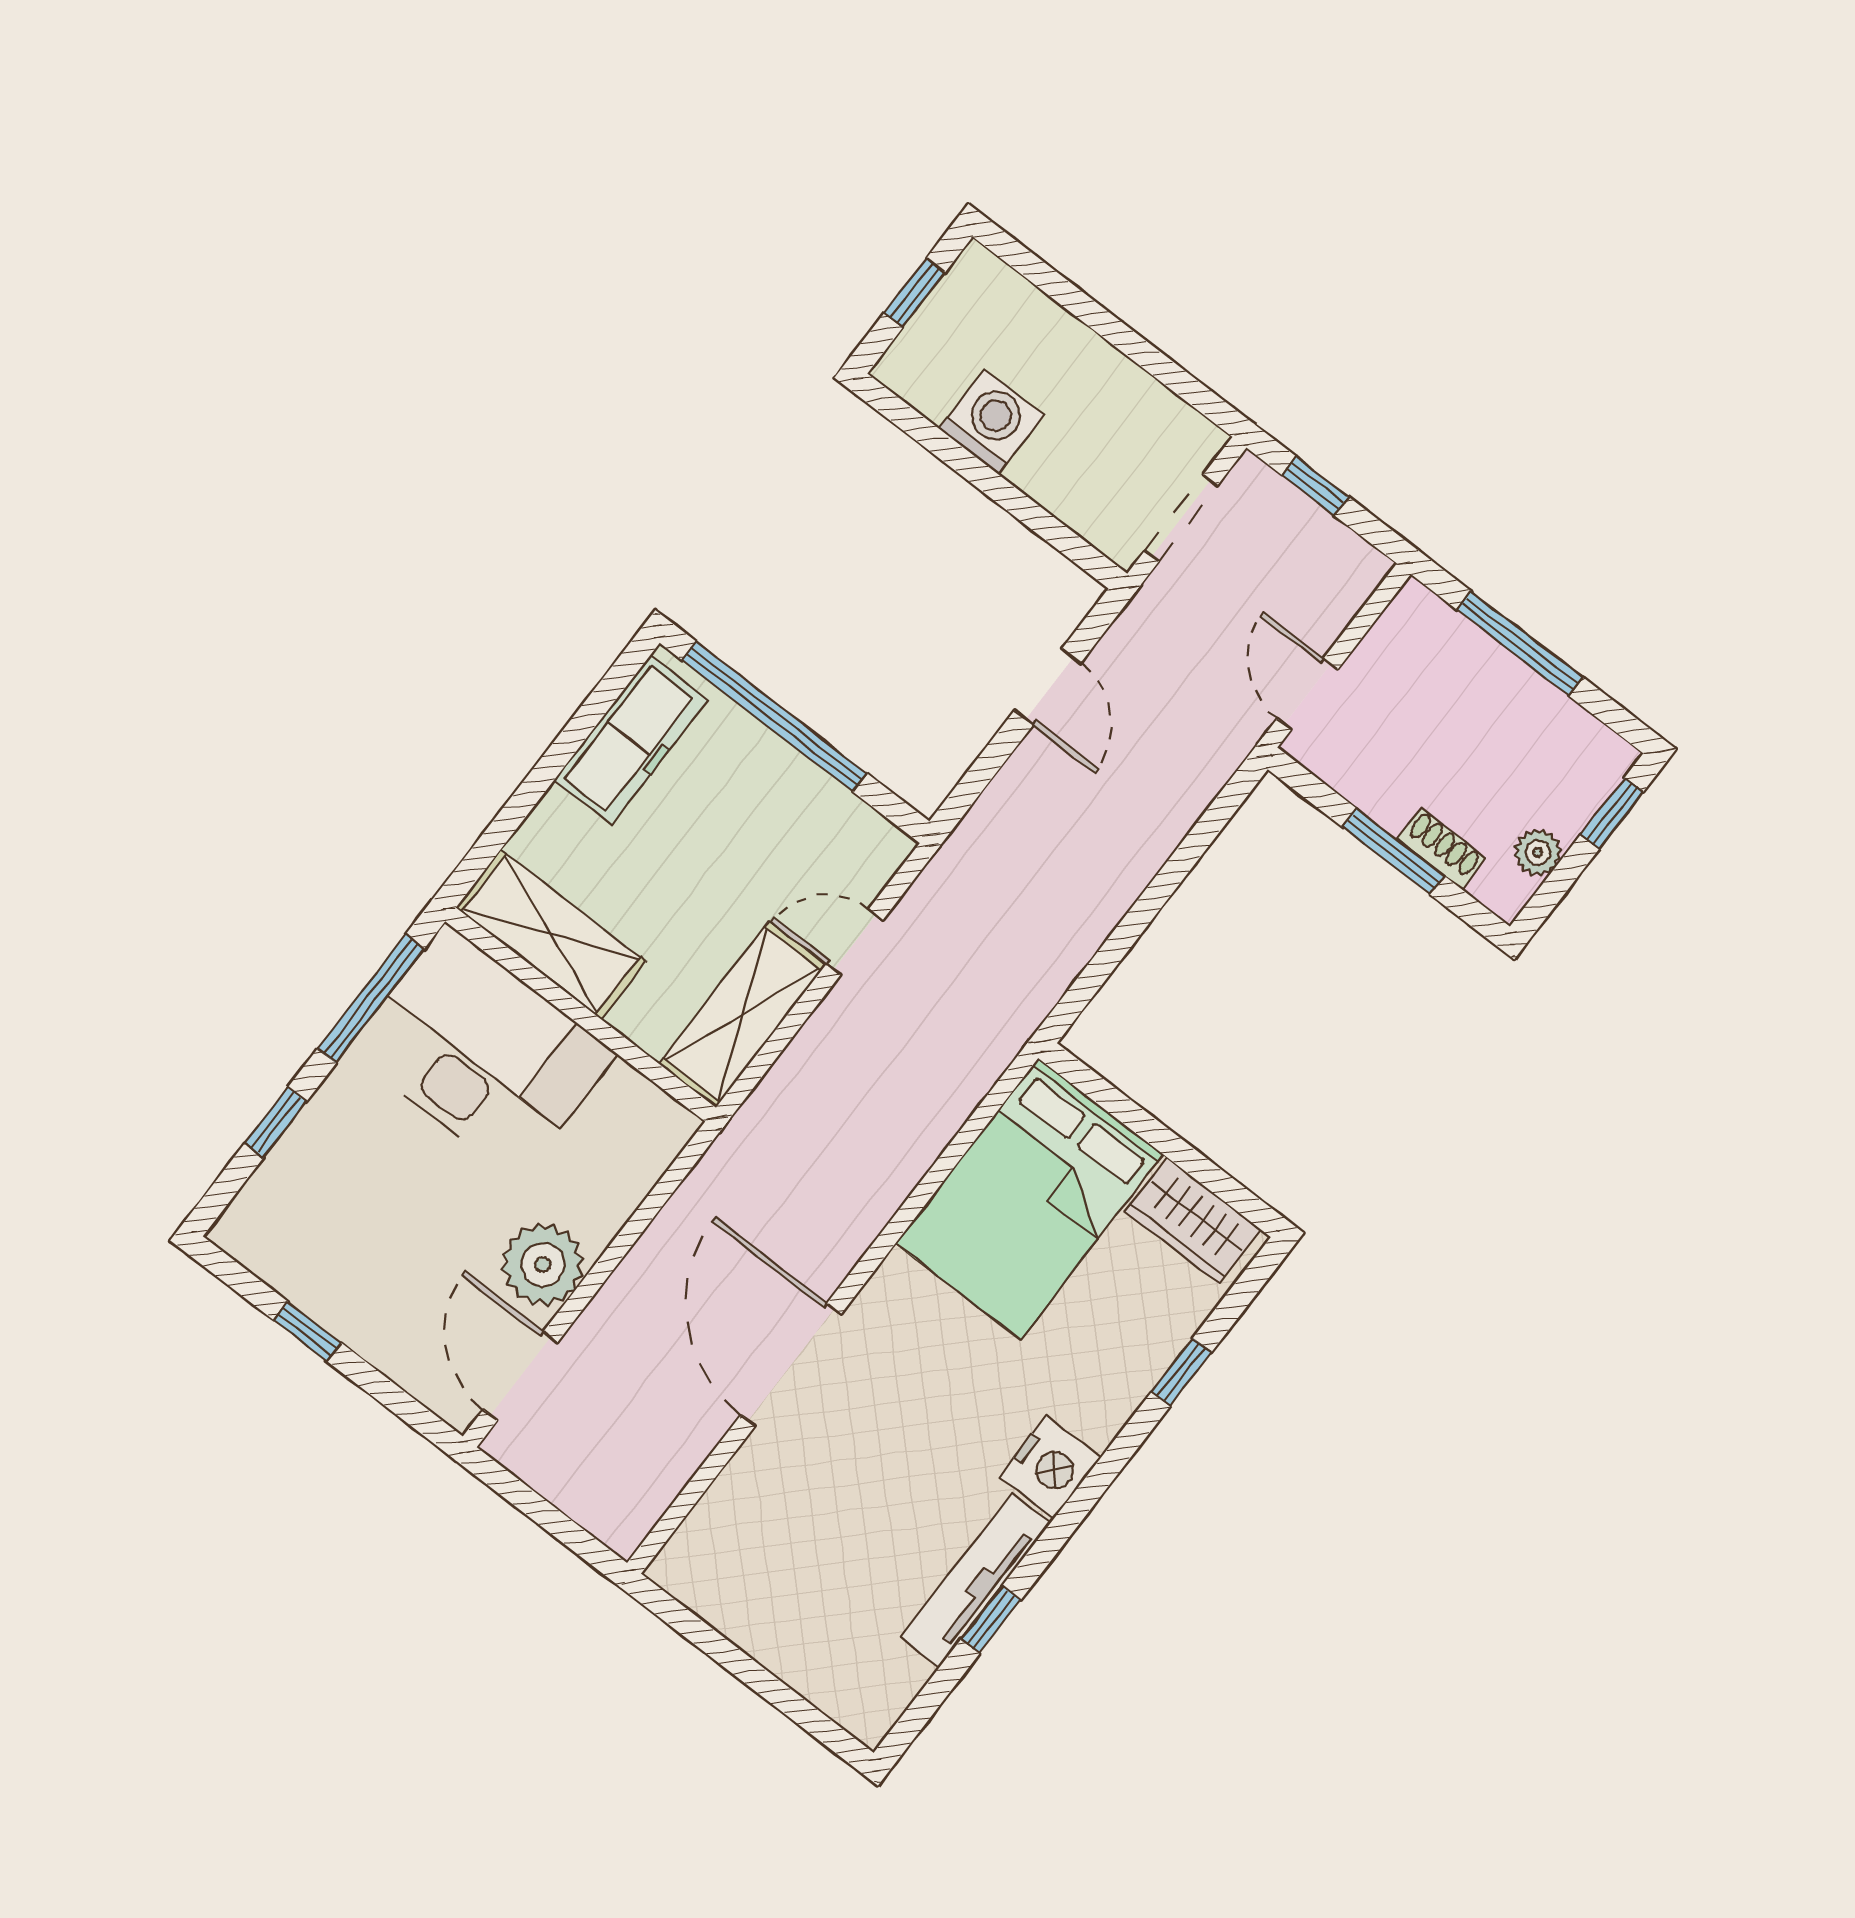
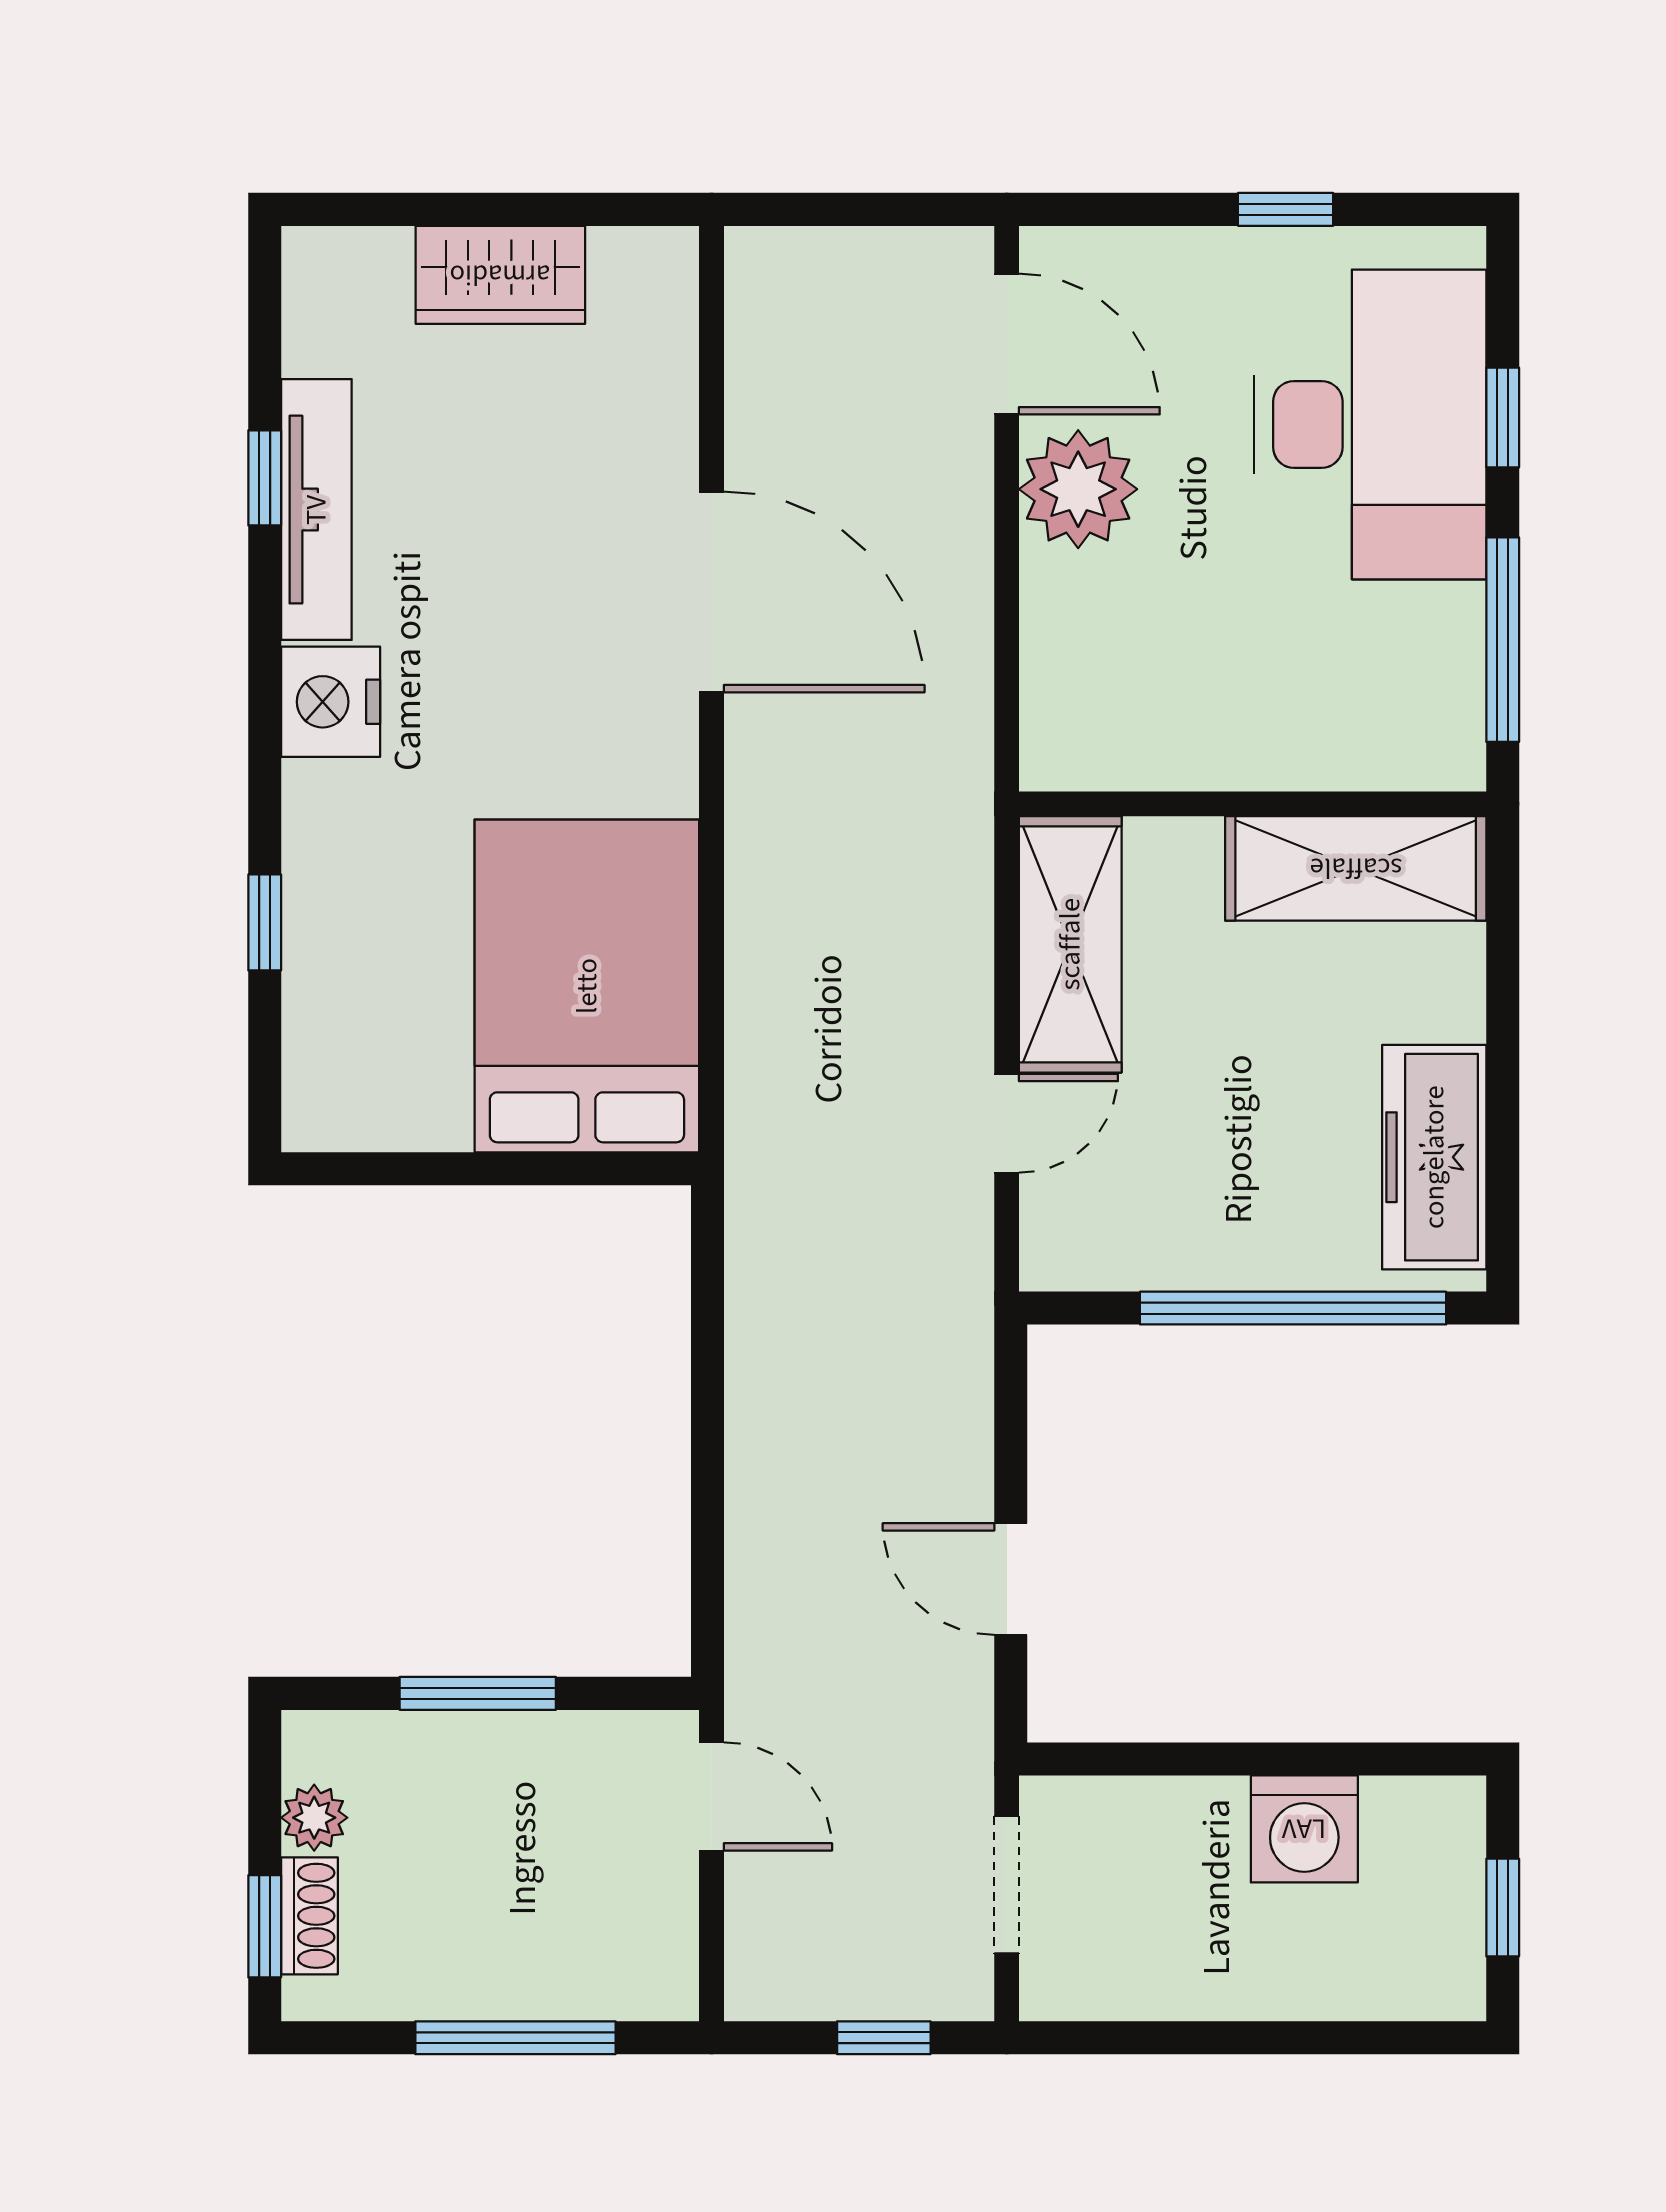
shoe rack: (1441, 849) -> (309, 1916), moved, turned -90
desk: (482, 1052) -> (1370, 424), moved, turned -90
wardrobe: (1193, 1221) -> (500, 275), moved, turned 180

